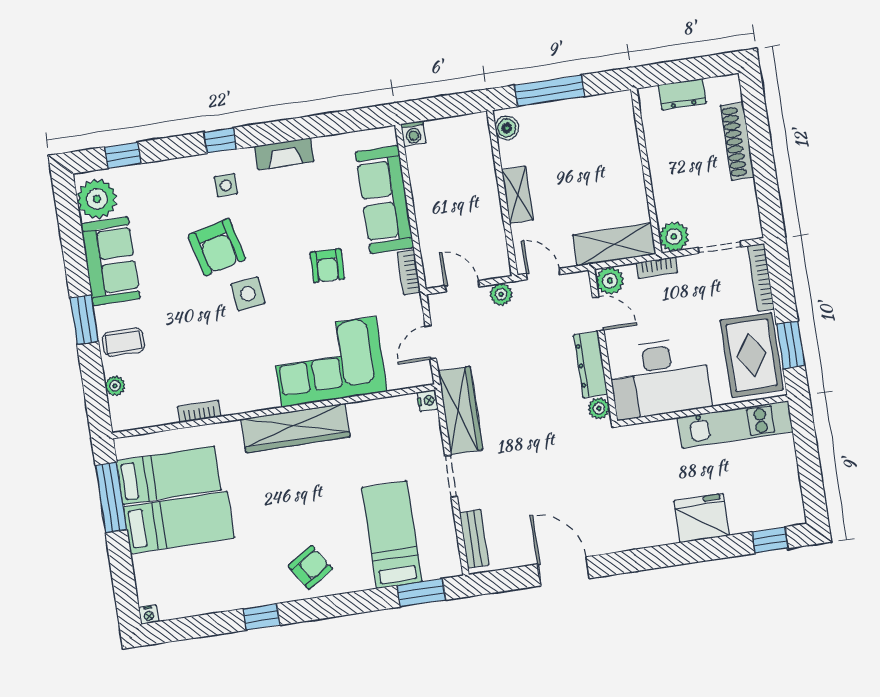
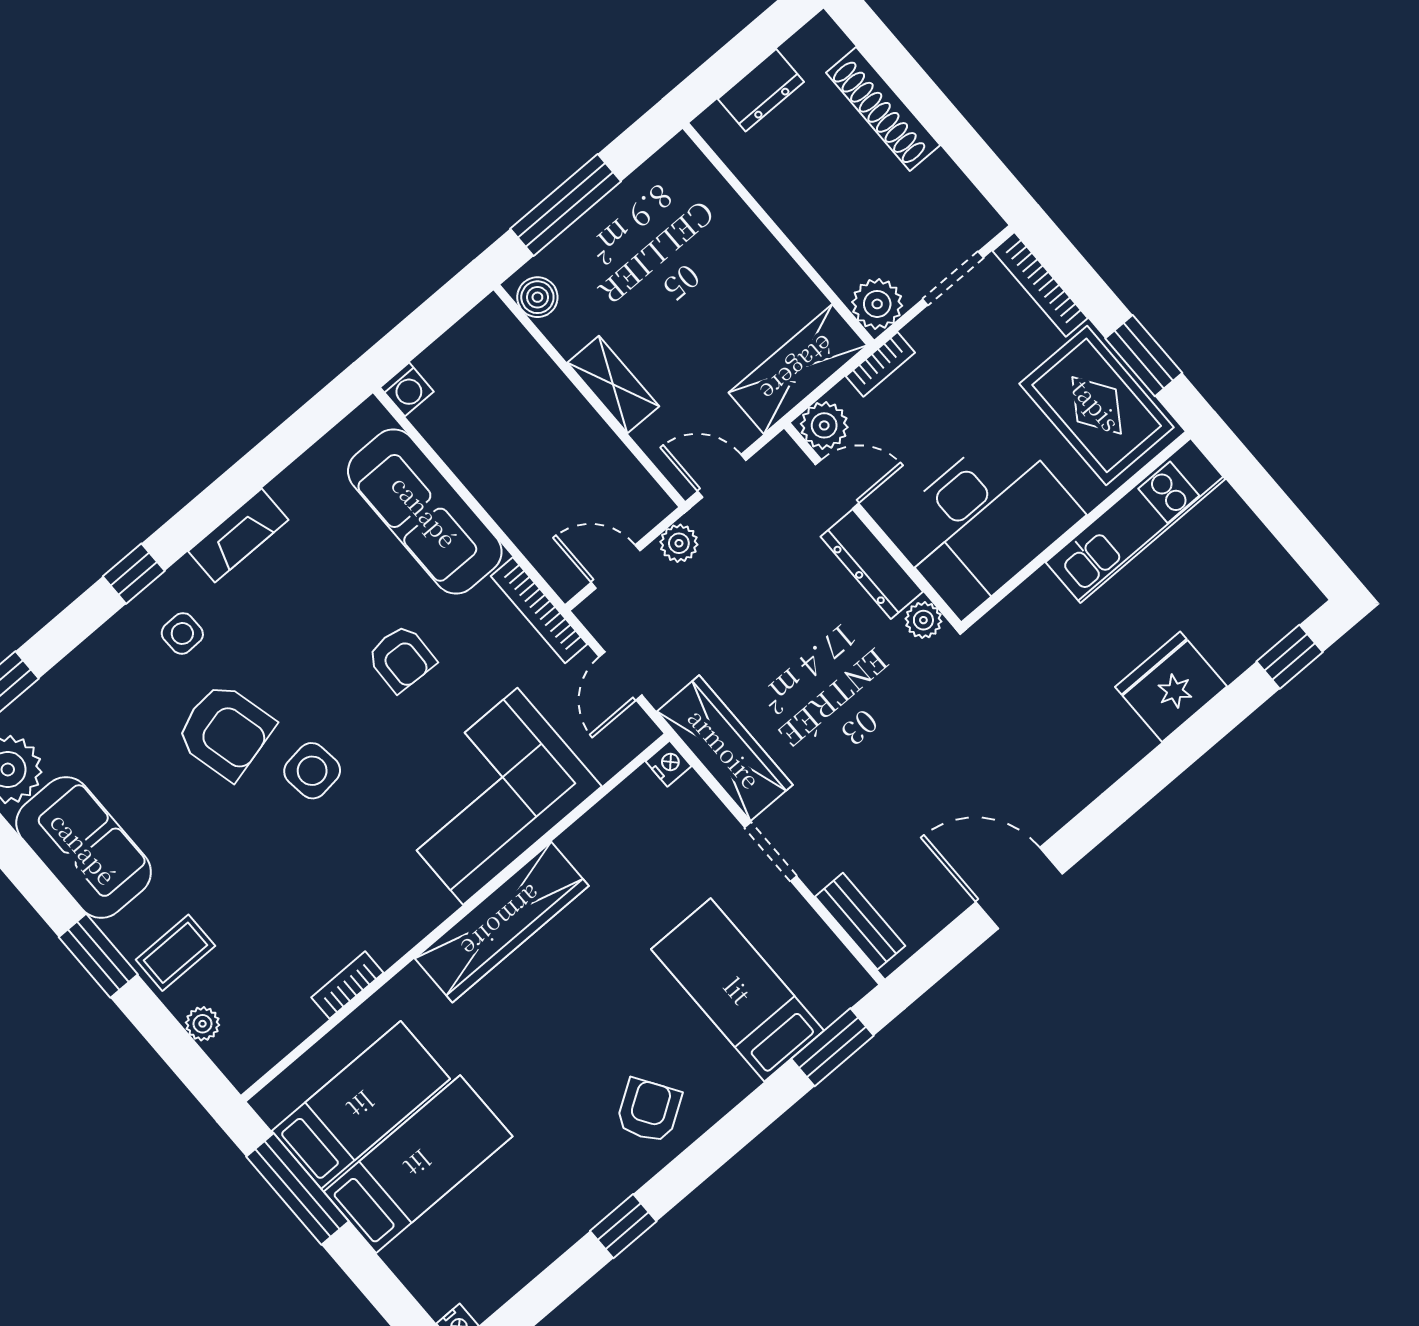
bookcase: (409, 272) -> (539, 610), width x1.56

